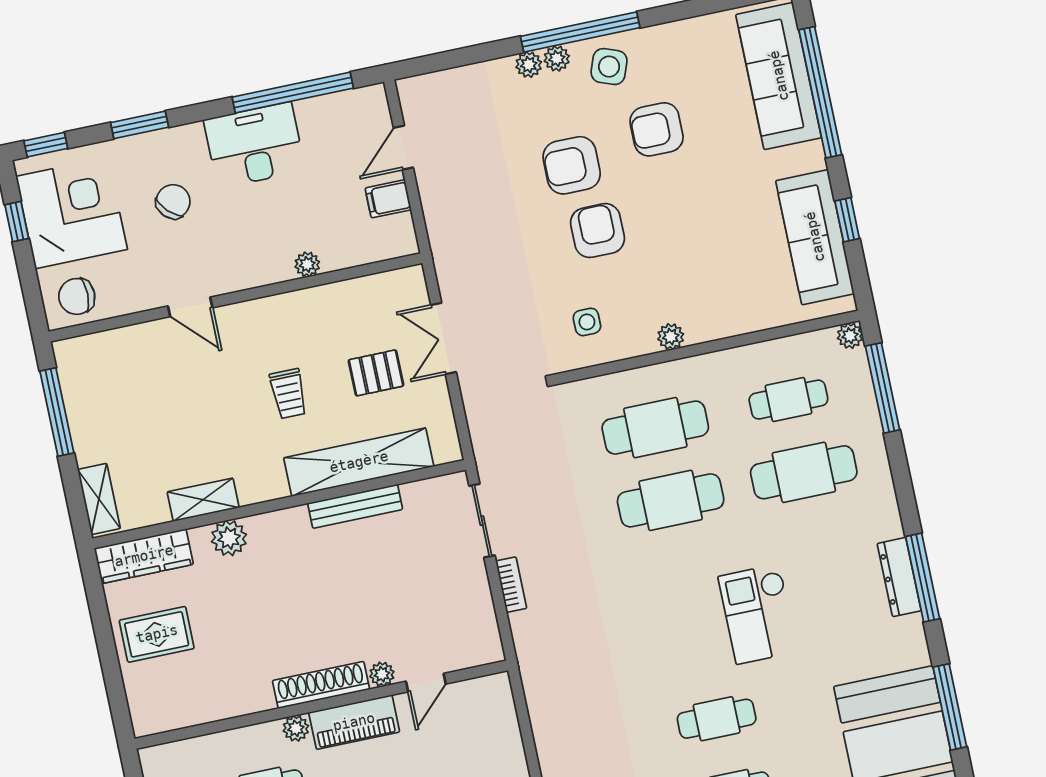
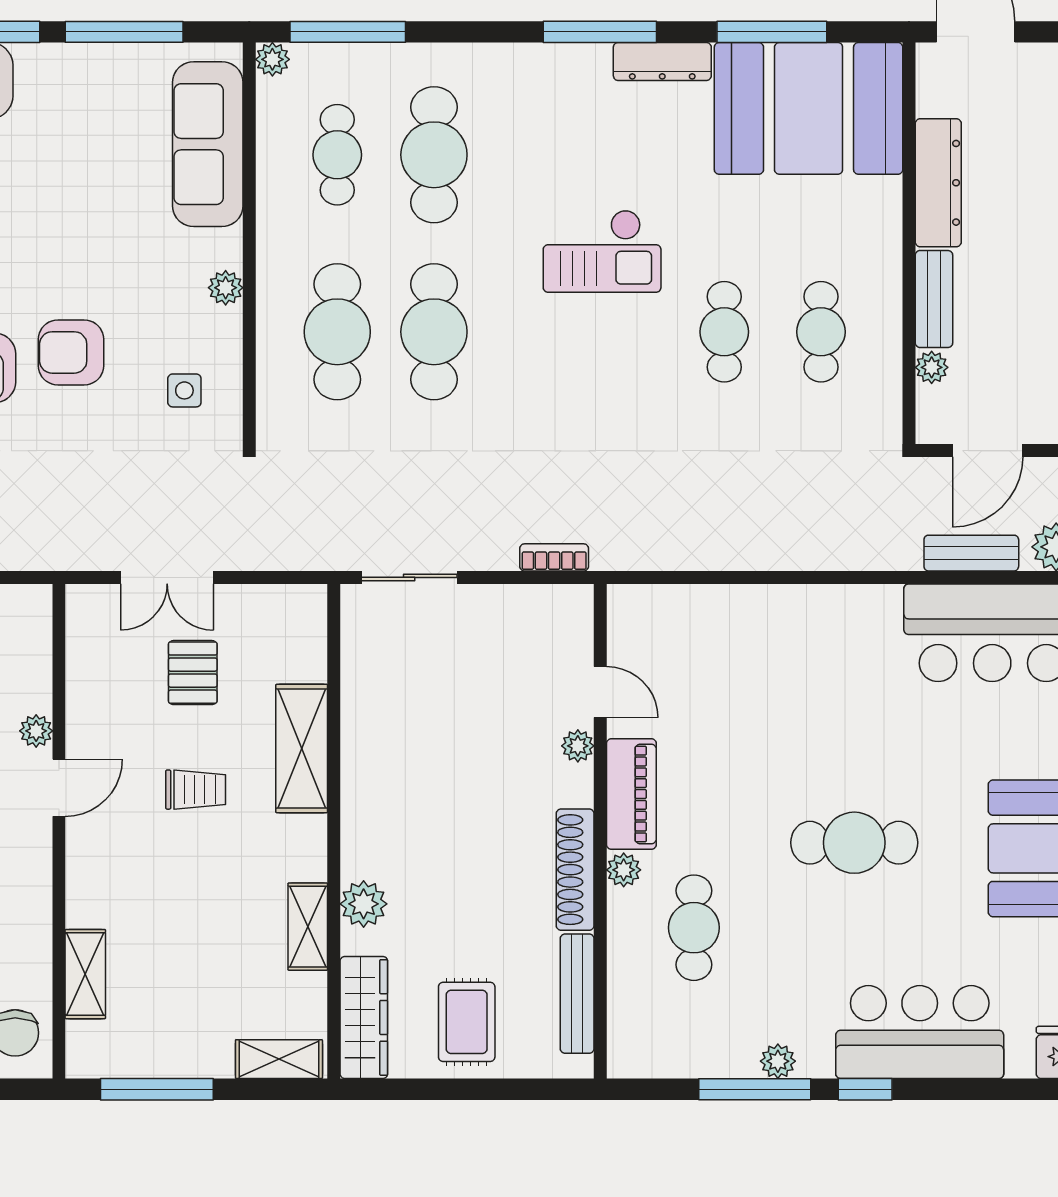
window: (847, 220) -> (124, 32), width x2.17
sofa: (815, 237) -> (208, 144), moved, turned 90
door: (190, 307) -> (59, 788), moved
shelving: (132, 340) -> (85, 974), added
shelving: (359, 462) -> (302, 748), width x0.68
bench: (355, 506) -> (577, 994), moved
dresser: (899, 577) -> (662, 61), moved
bookcase: (511, 585) -> (554, 557), moved
shoe rack: (321, 685) -> (575, 870), moved

